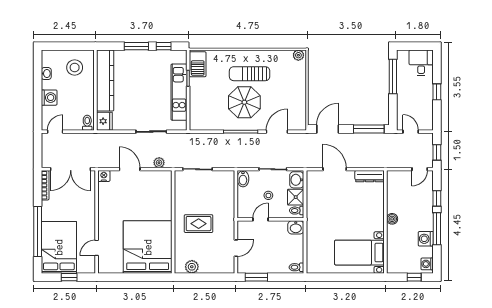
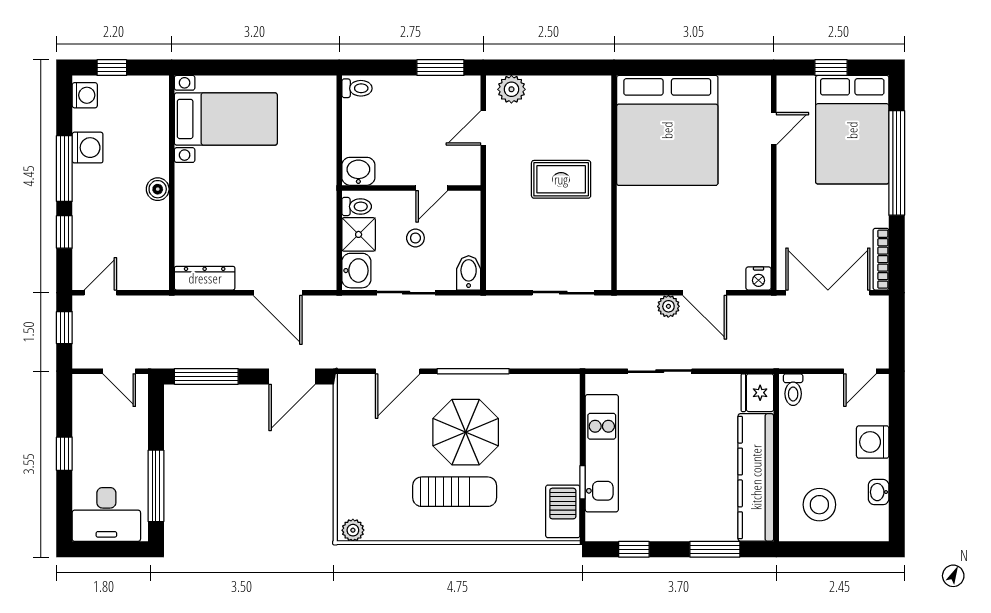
window: (136, 46) -> (715, 549), moved
desk: (421, 63) -> (106, 514), width x1.37
plant: (159, 163) -> (668, 306), moved
plant: (192, 267) -> (511, 89), moved

